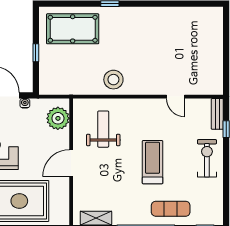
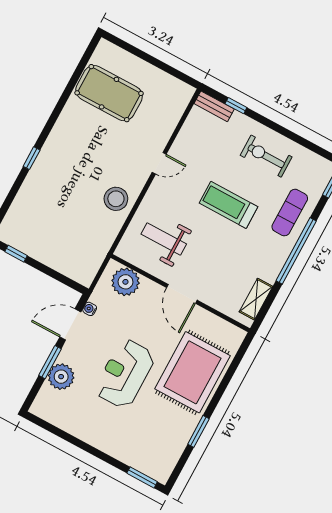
pool table: (73, 29) -> (109, 93), moved, turned 90
window: (36, 53) -> (16, 254), moved
door: (175, 97) -> (159, 163), moved
exercise bike: (207, 158) -> (266, 156), moved

